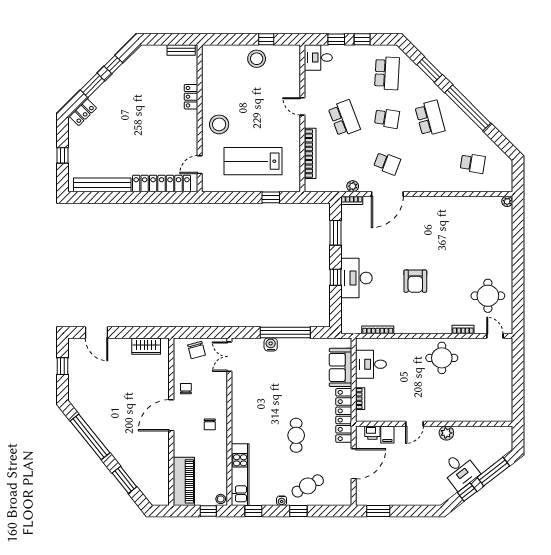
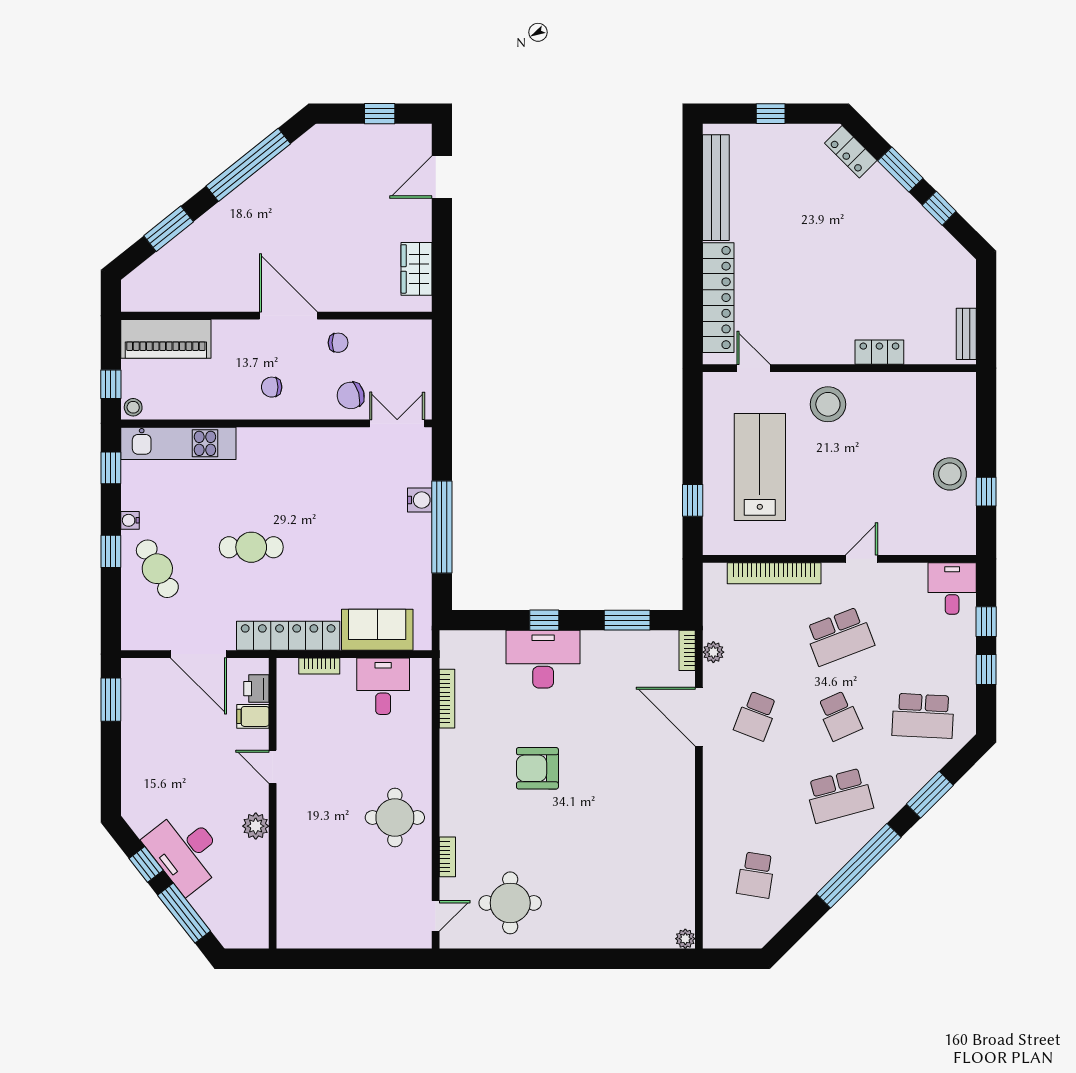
school desk: (387, 118) -> (839, 716), turned -33
chair: (197, 350) -> (351, 395), moved
desk: (460, 471) -> (186, 851), width x1.37

